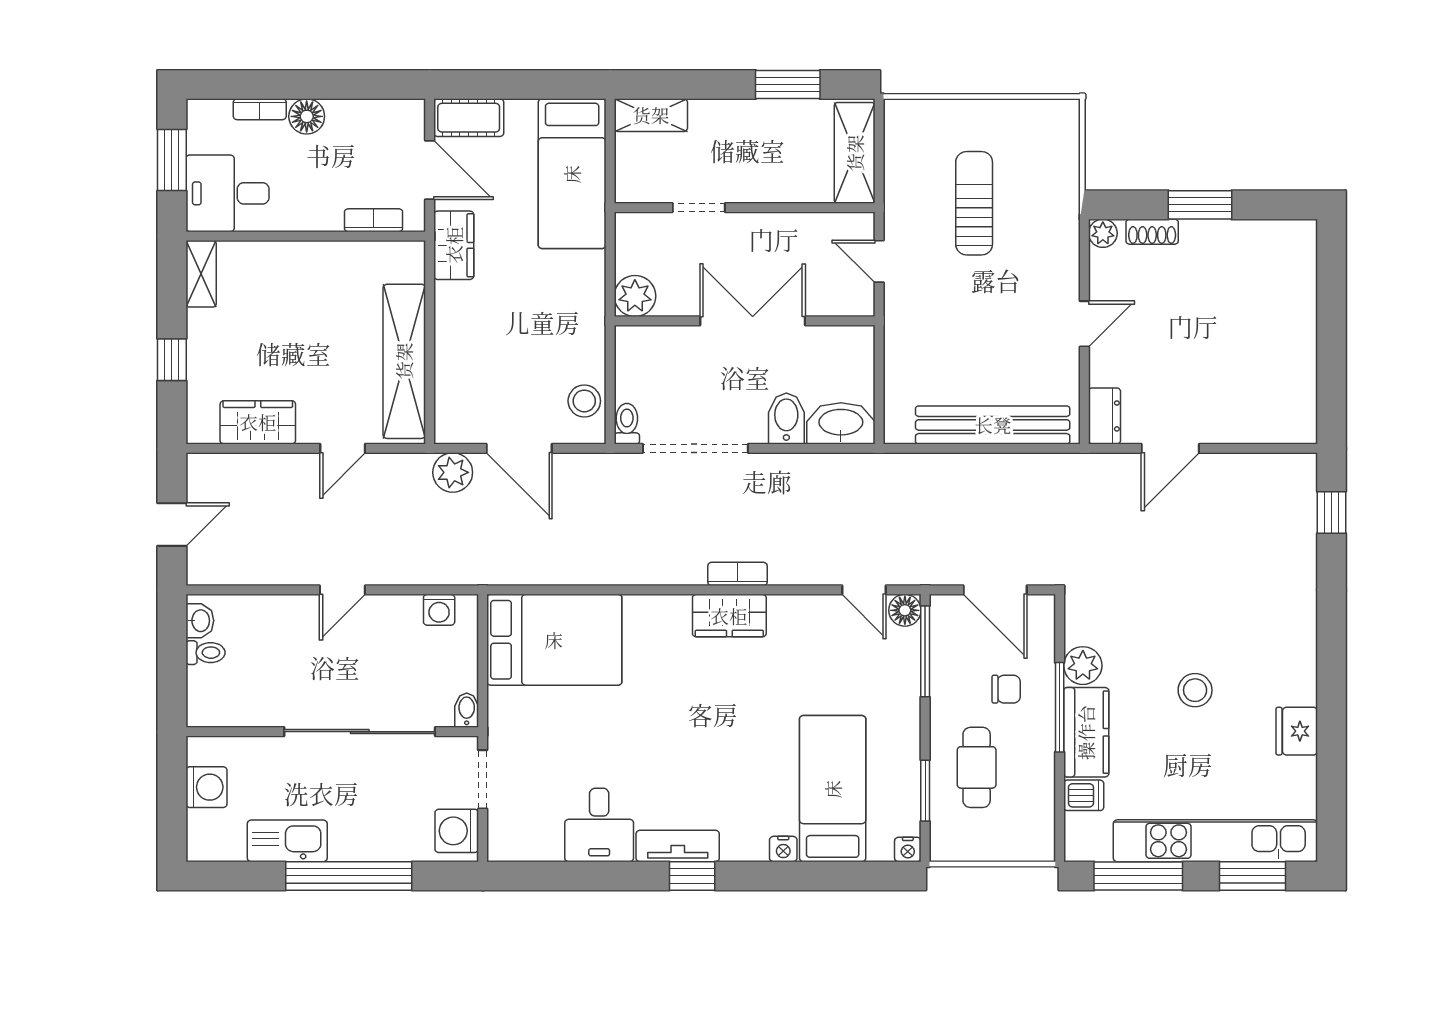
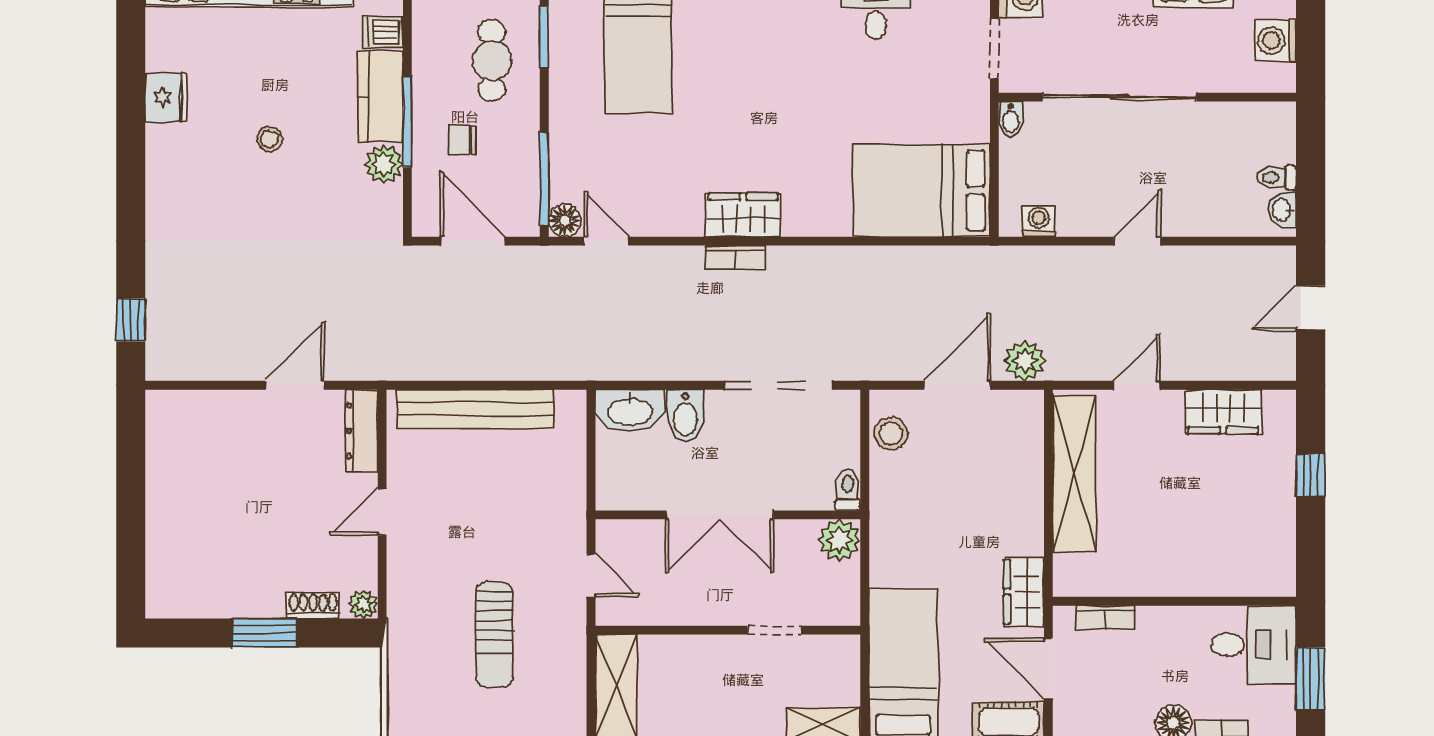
shelving: (201, 274) -> (1281, 563), removed
dresser: (1105, 416) -> (362, 431), width x1.44
toilet: (627, 424) -> (848, 490), moved, turned 180
door: (519, 448) -> (957, 385), hinge flipped
stool: (1195, 690) -> (270, 139), width x0.73, depth x0.73

